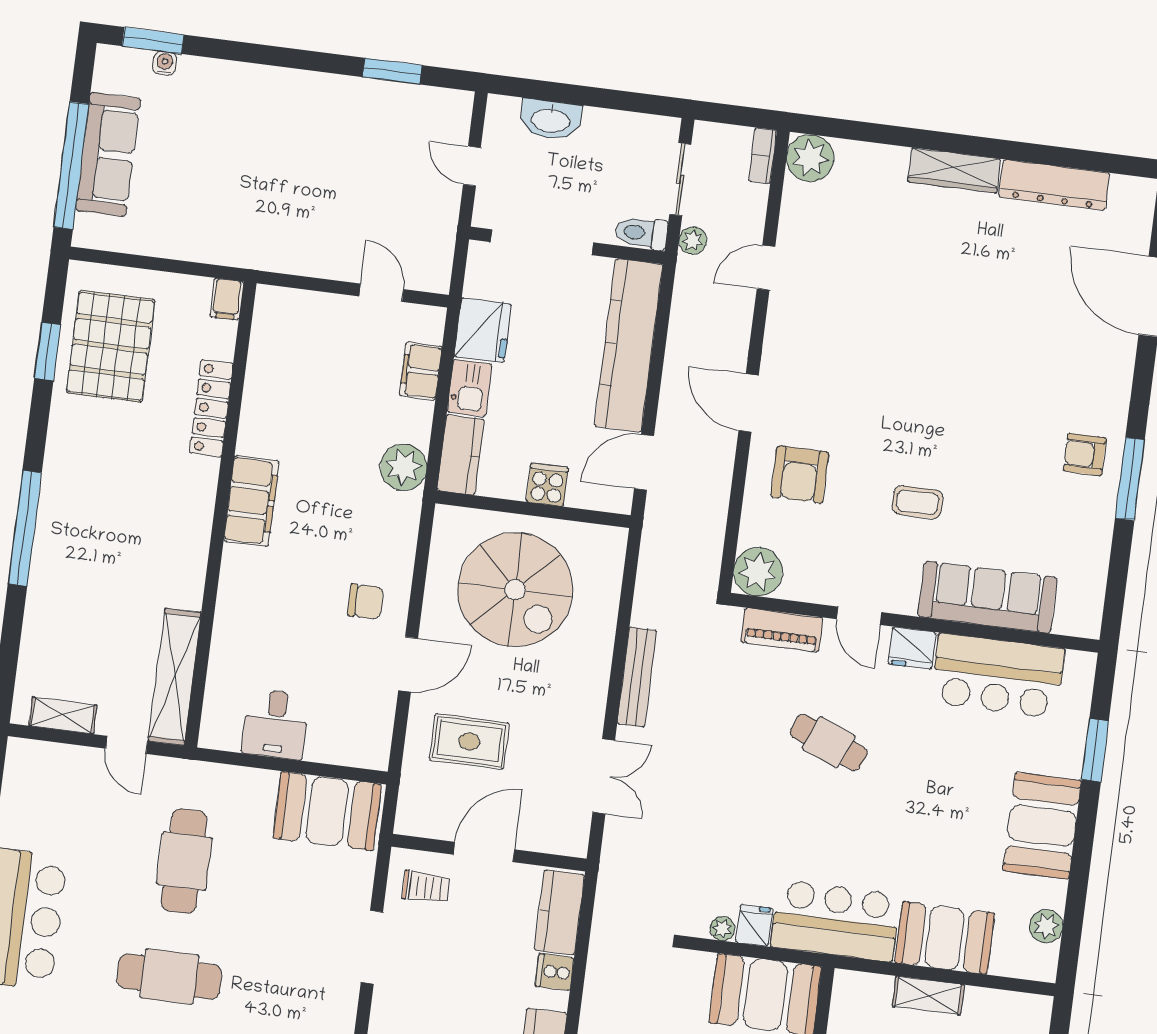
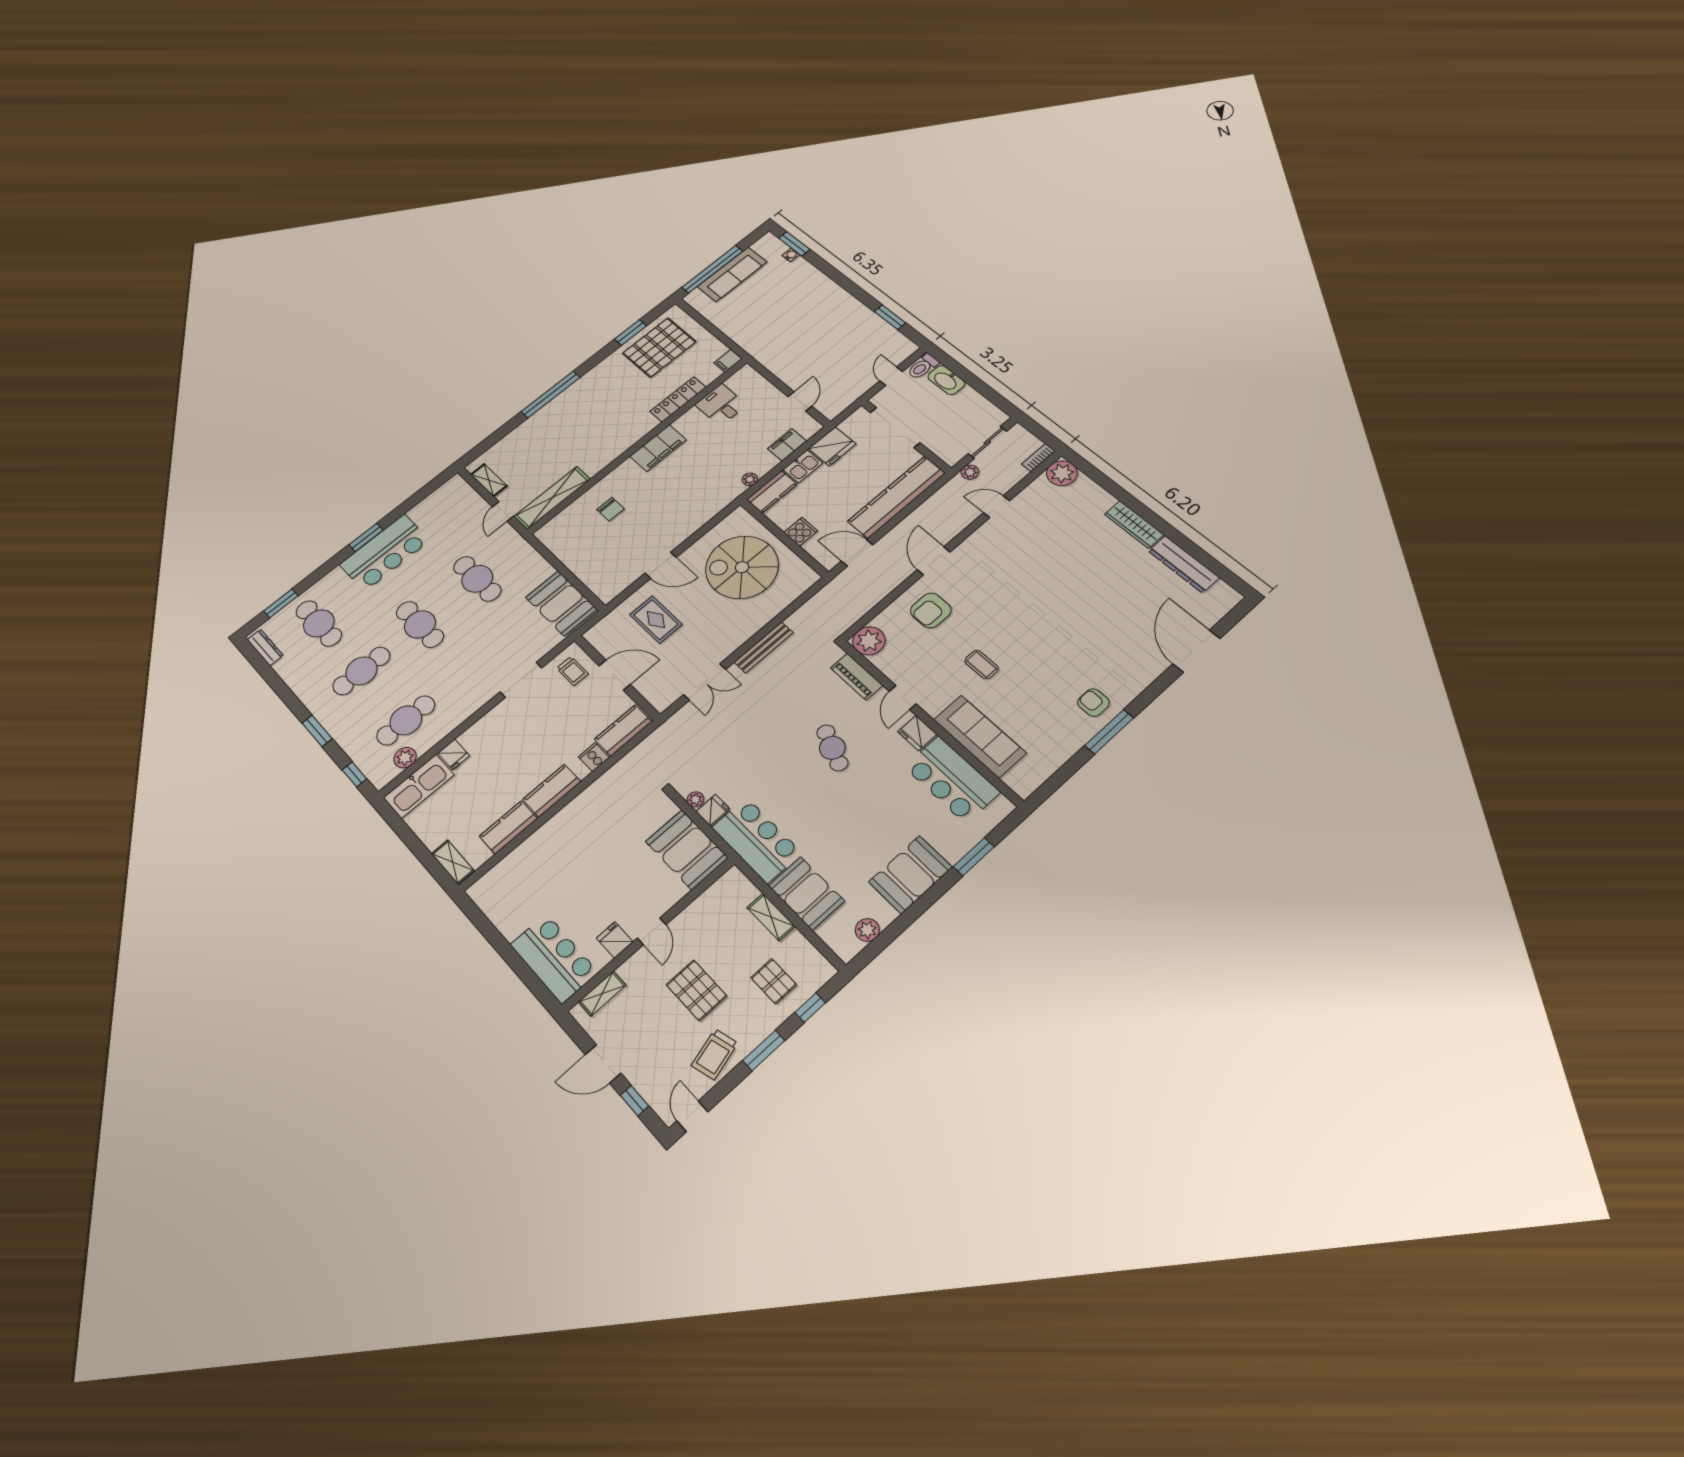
toilet: (641, 233) -> (923, 367), moved, turned -90
plant: (403, 467) -> (750, 479), width x0.53, depth x0.53
spiral stairs: (515, 590) -> (742, 567), turned 90
chair: (366, 602) -> (611, 509), moved
desk: (275, 724) -> (721, 405), moved, turned 90
cafe table: (184, 861) -> (477, 579), turned 90

